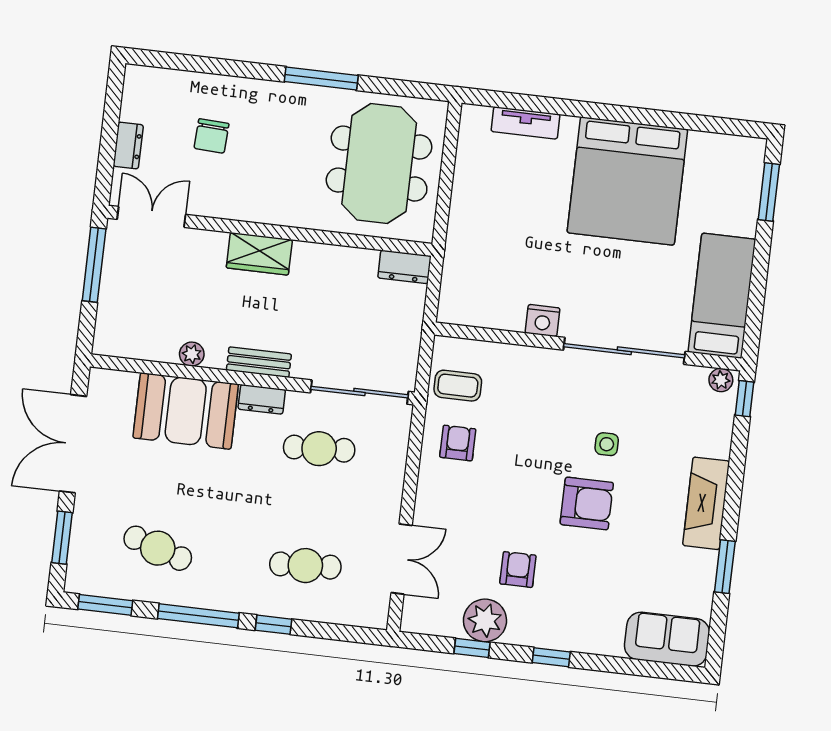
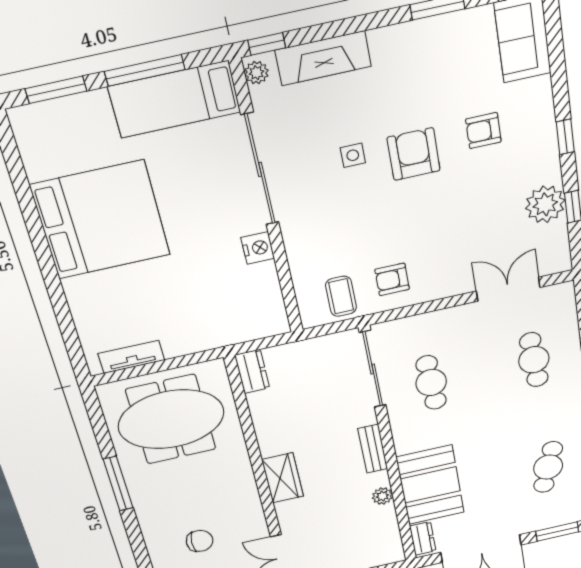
tv unit: (526, 123) -> (131, 357), moved, turned -90
window: (759, 279) -> (145, 70), added
dresser: (262, 399) -> (423, 538), moved
fireplace: (706, 503) -> (323, 58), moved
armchair: (518, 570) -> (483, 131), moved

